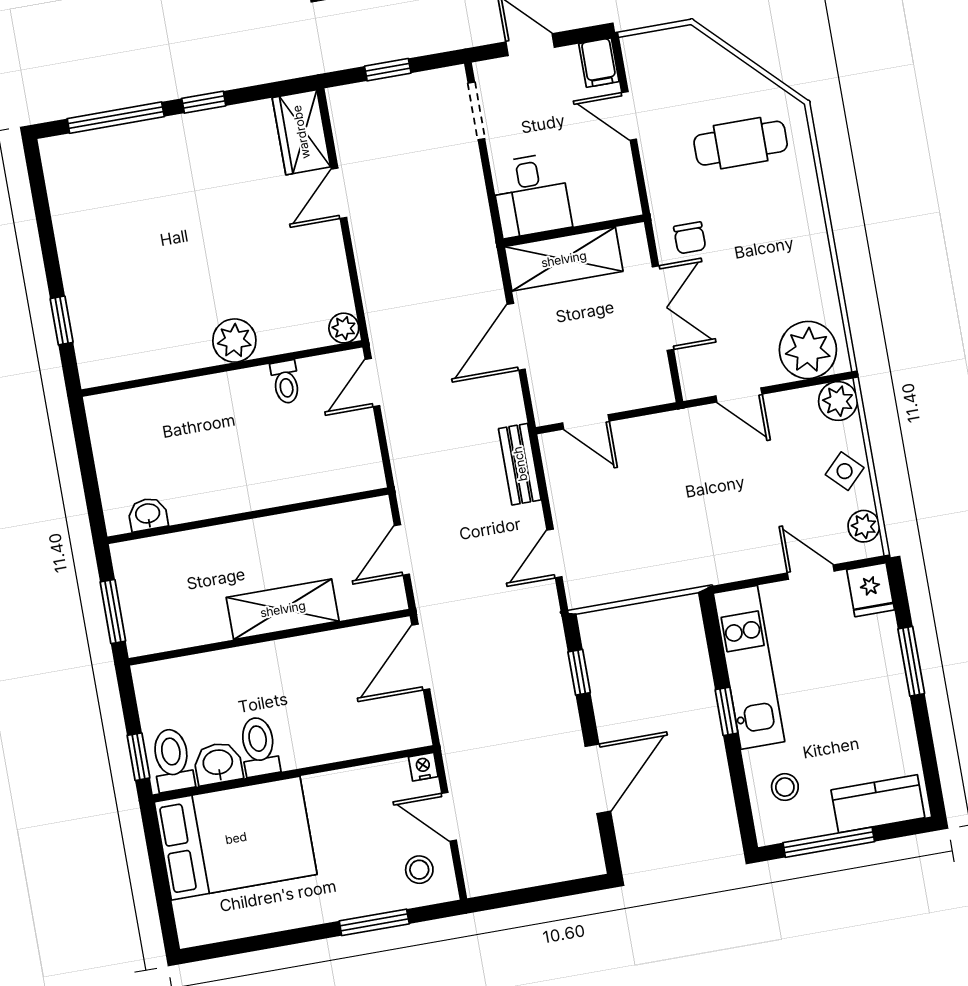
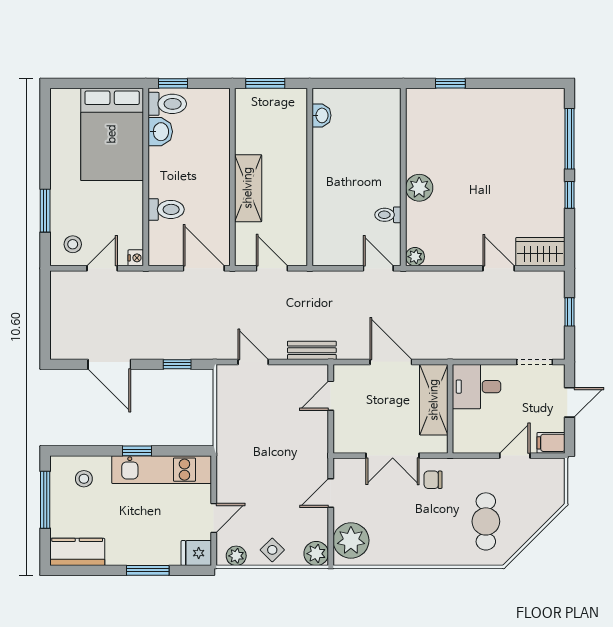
toilet: (259, 746) -> (166, 209), moved
kitchen counter: (878, 804) -> (77, 552), moved, turned -90

